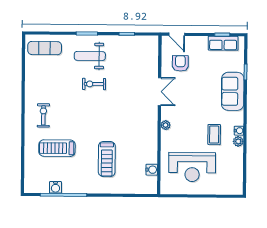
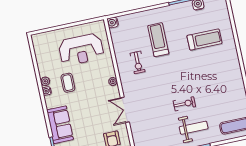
exercise bike: (43, 115) -> (138, 62), moved
reception desk: (192, 167) -> (81, 50), turned 180
water cooler: (152, 170) -> (113, 23), moved

